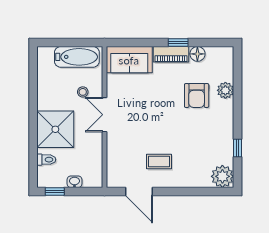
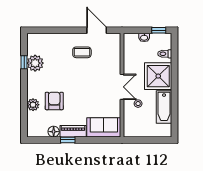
bathtub: (77, 57) -> (164, 107), moved, turned -90
plant: (222, 176) -> (35, 63), moved

